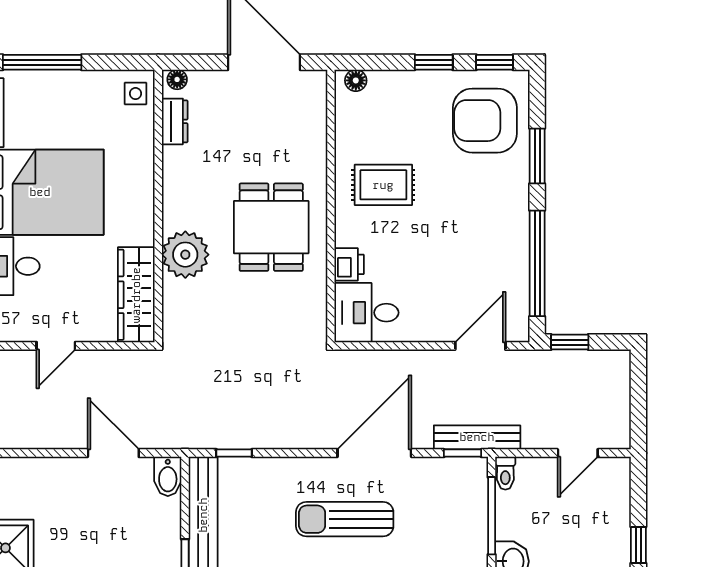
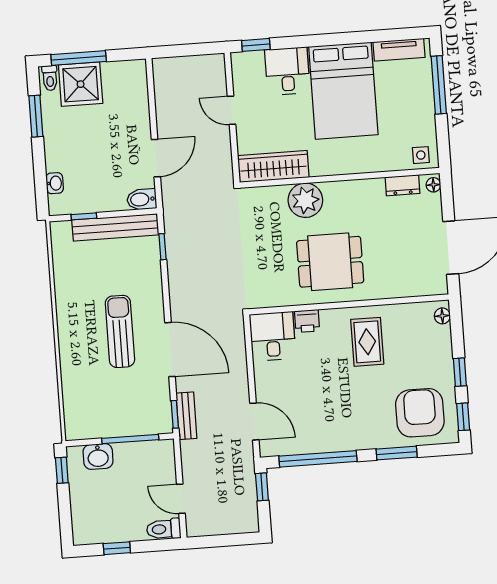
bench: (477, 437) -> (186, 416), width x0.73
toilet: (505, 473) -> (164, 529), moved, width x1.37, depth x1.39

